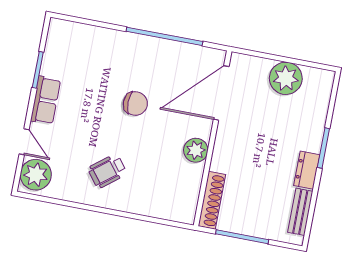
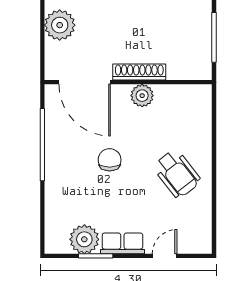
wheelchair: (107, 171) -> (177, 174), width x1.36, depth x1.37
plant: (36, 175) -> (84, 239), moved
shoe rack: (212, 200) -> (139, 72), moved

